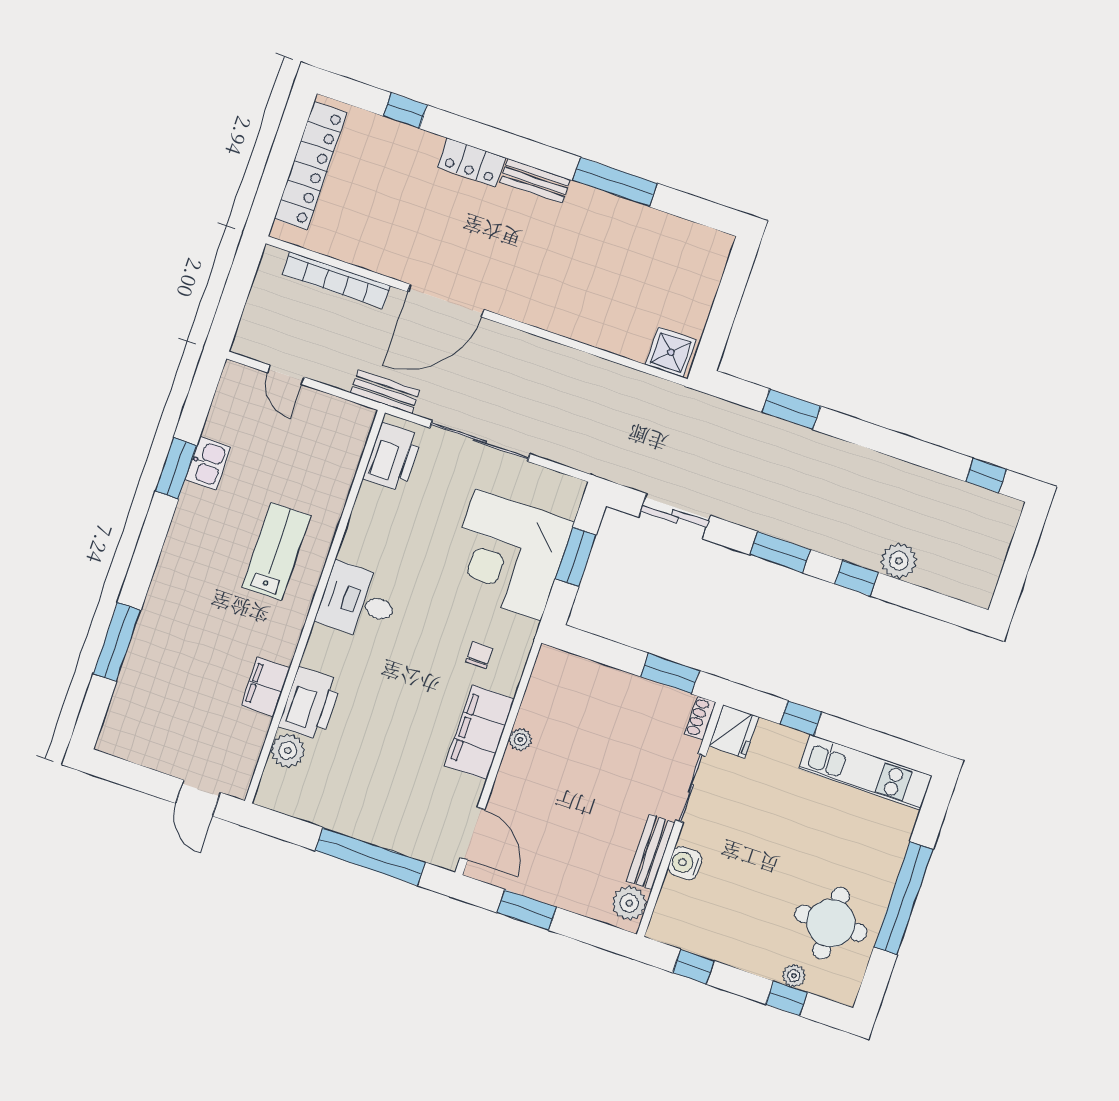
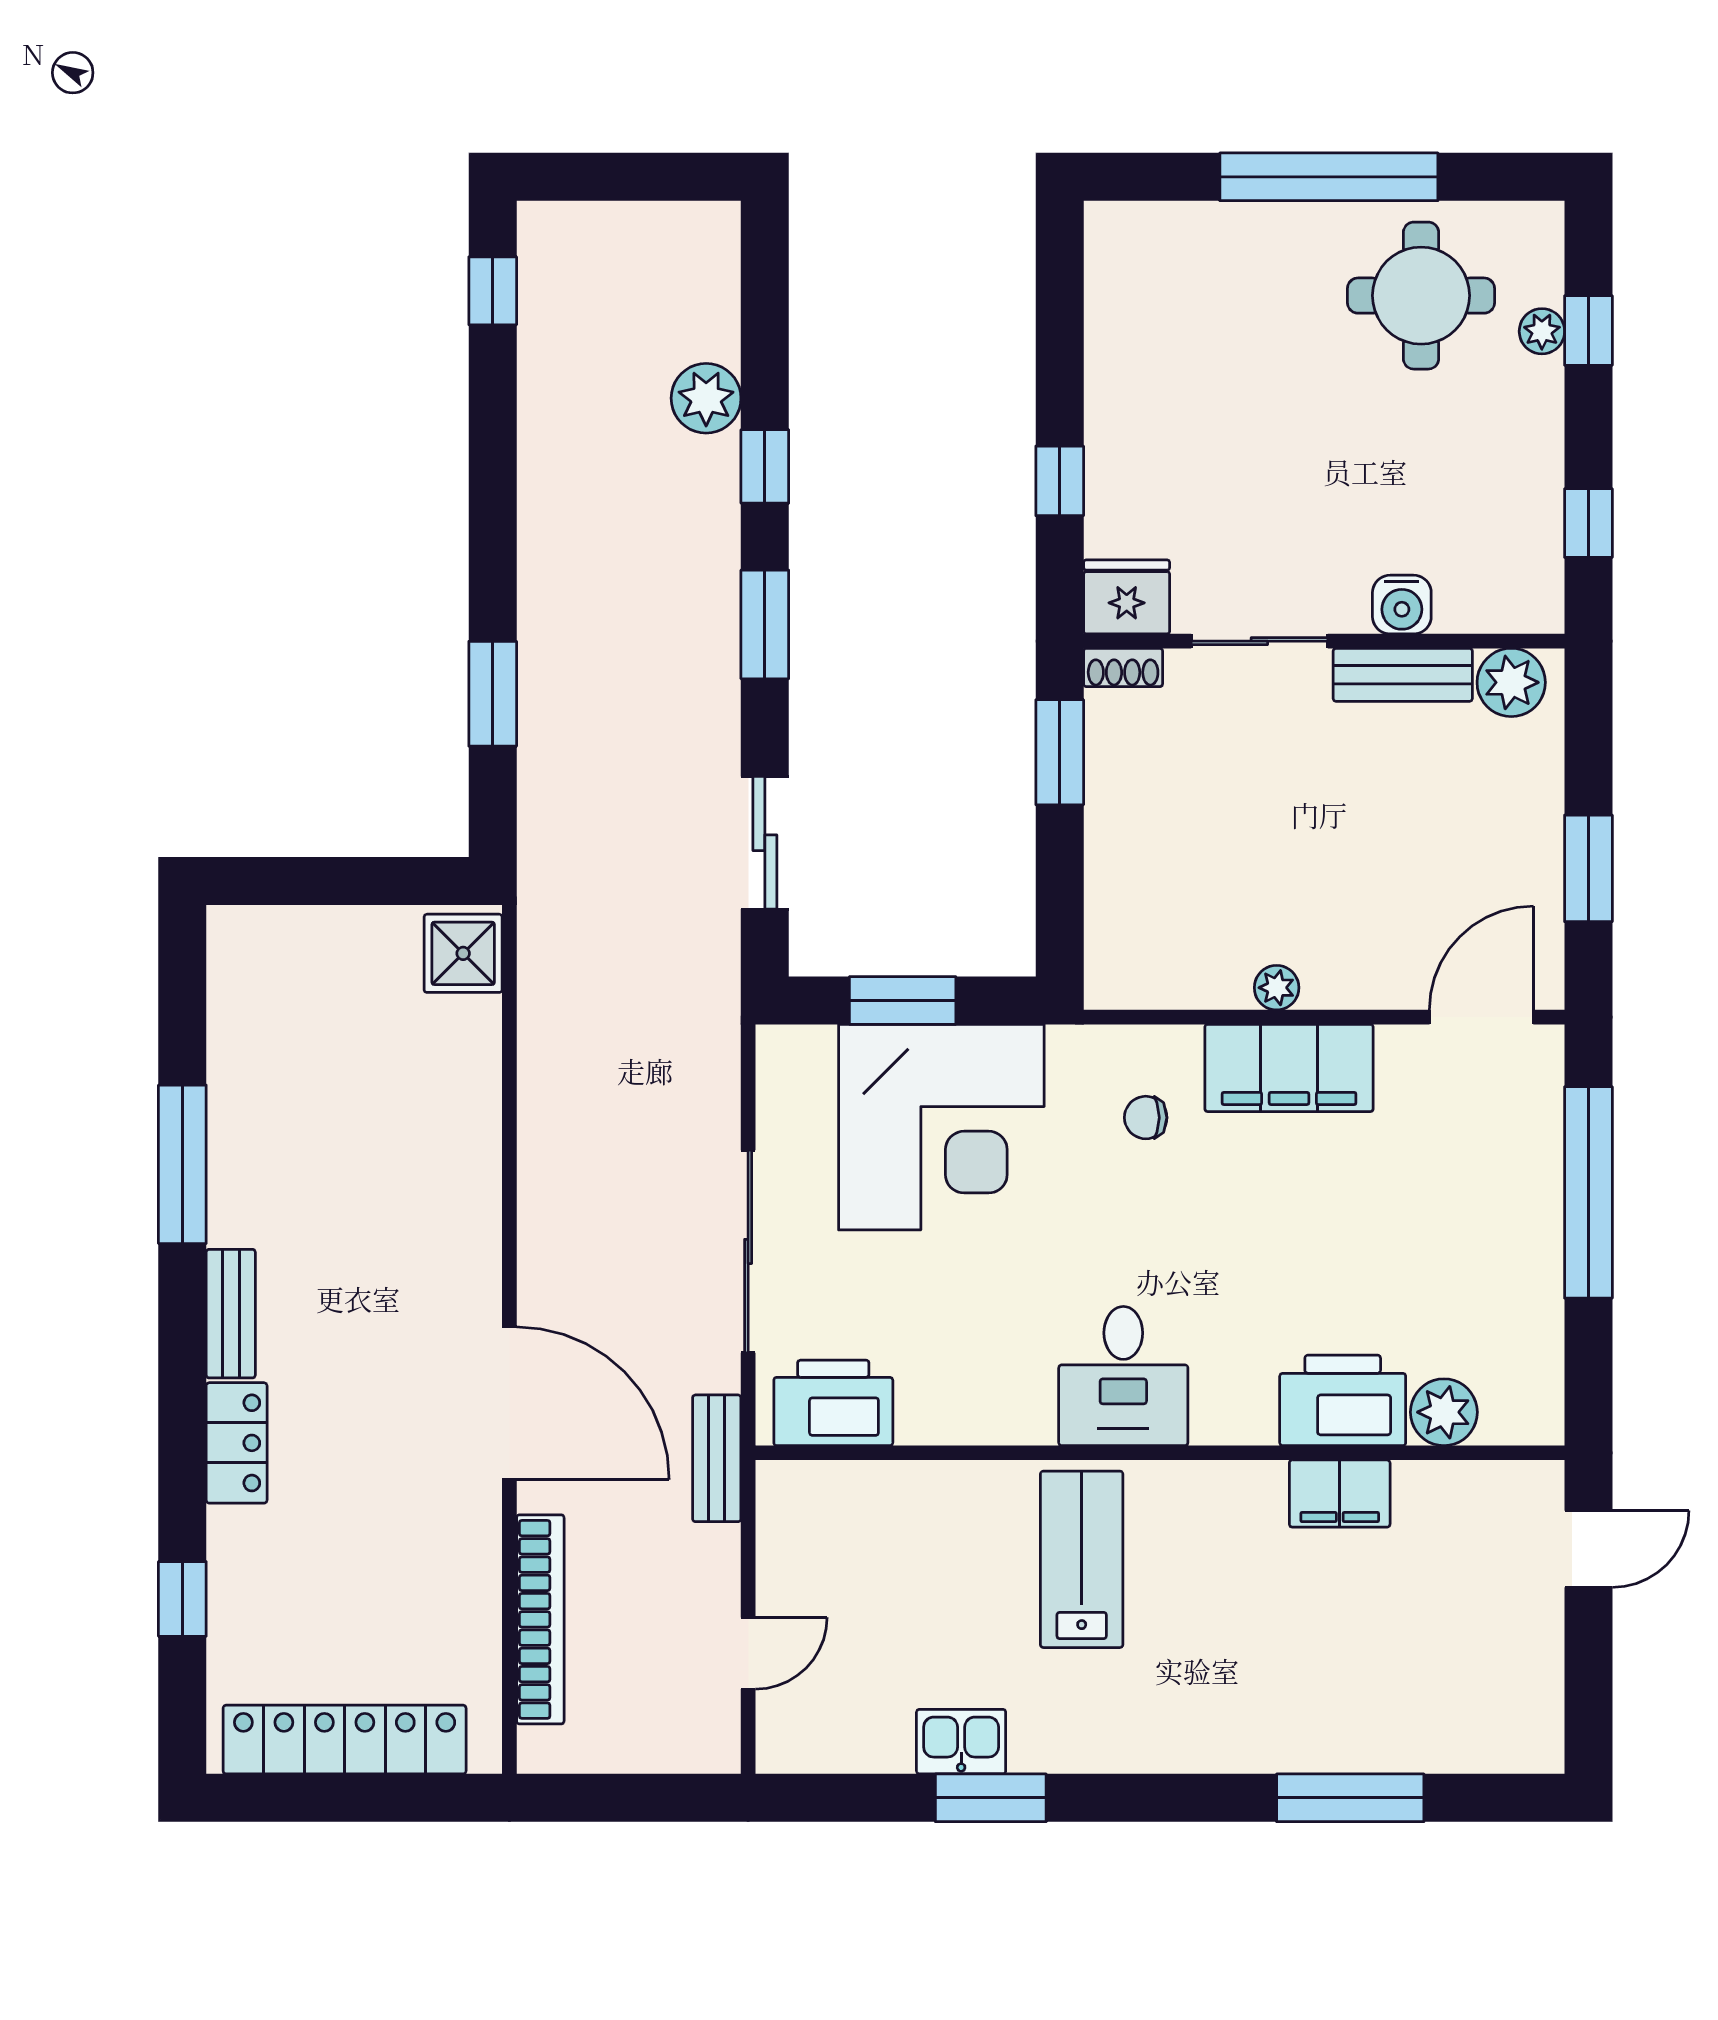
lab bench: (276, 551) -> (1082, 1559), turned 90
kitchen unit: (865, 772) -> (1119, 327), removed

